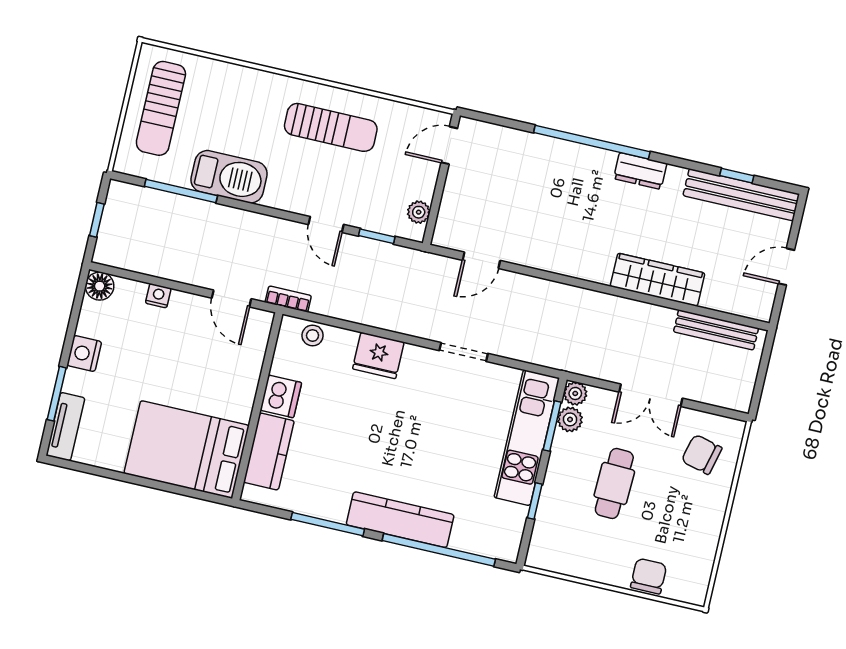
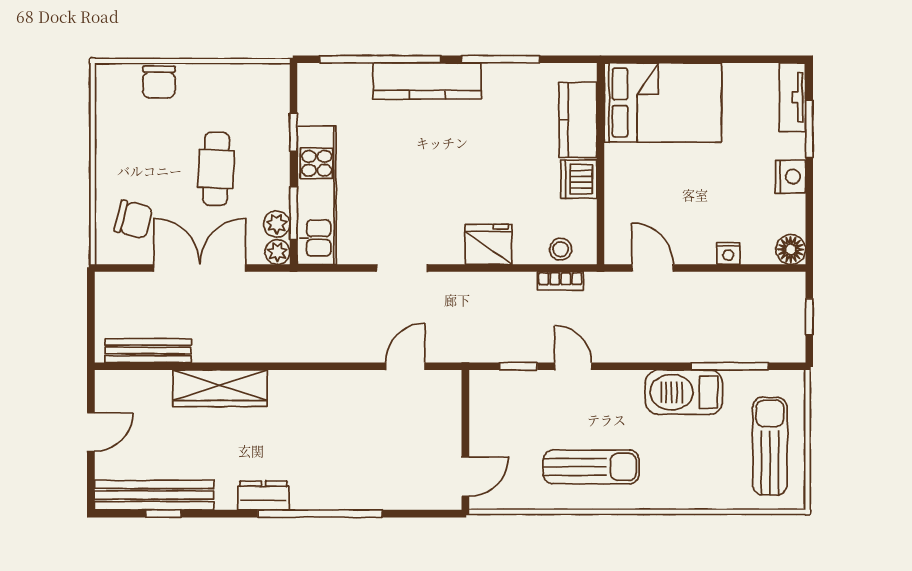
sun lounger: (331, 127) -> (591, 467), turned 180
plant: (419, 212) -> (481, 401), removed
bookcase: (288, 299) -> (560, 281), moved
double door: (651, 395) -> (200, 268), width x1.37

